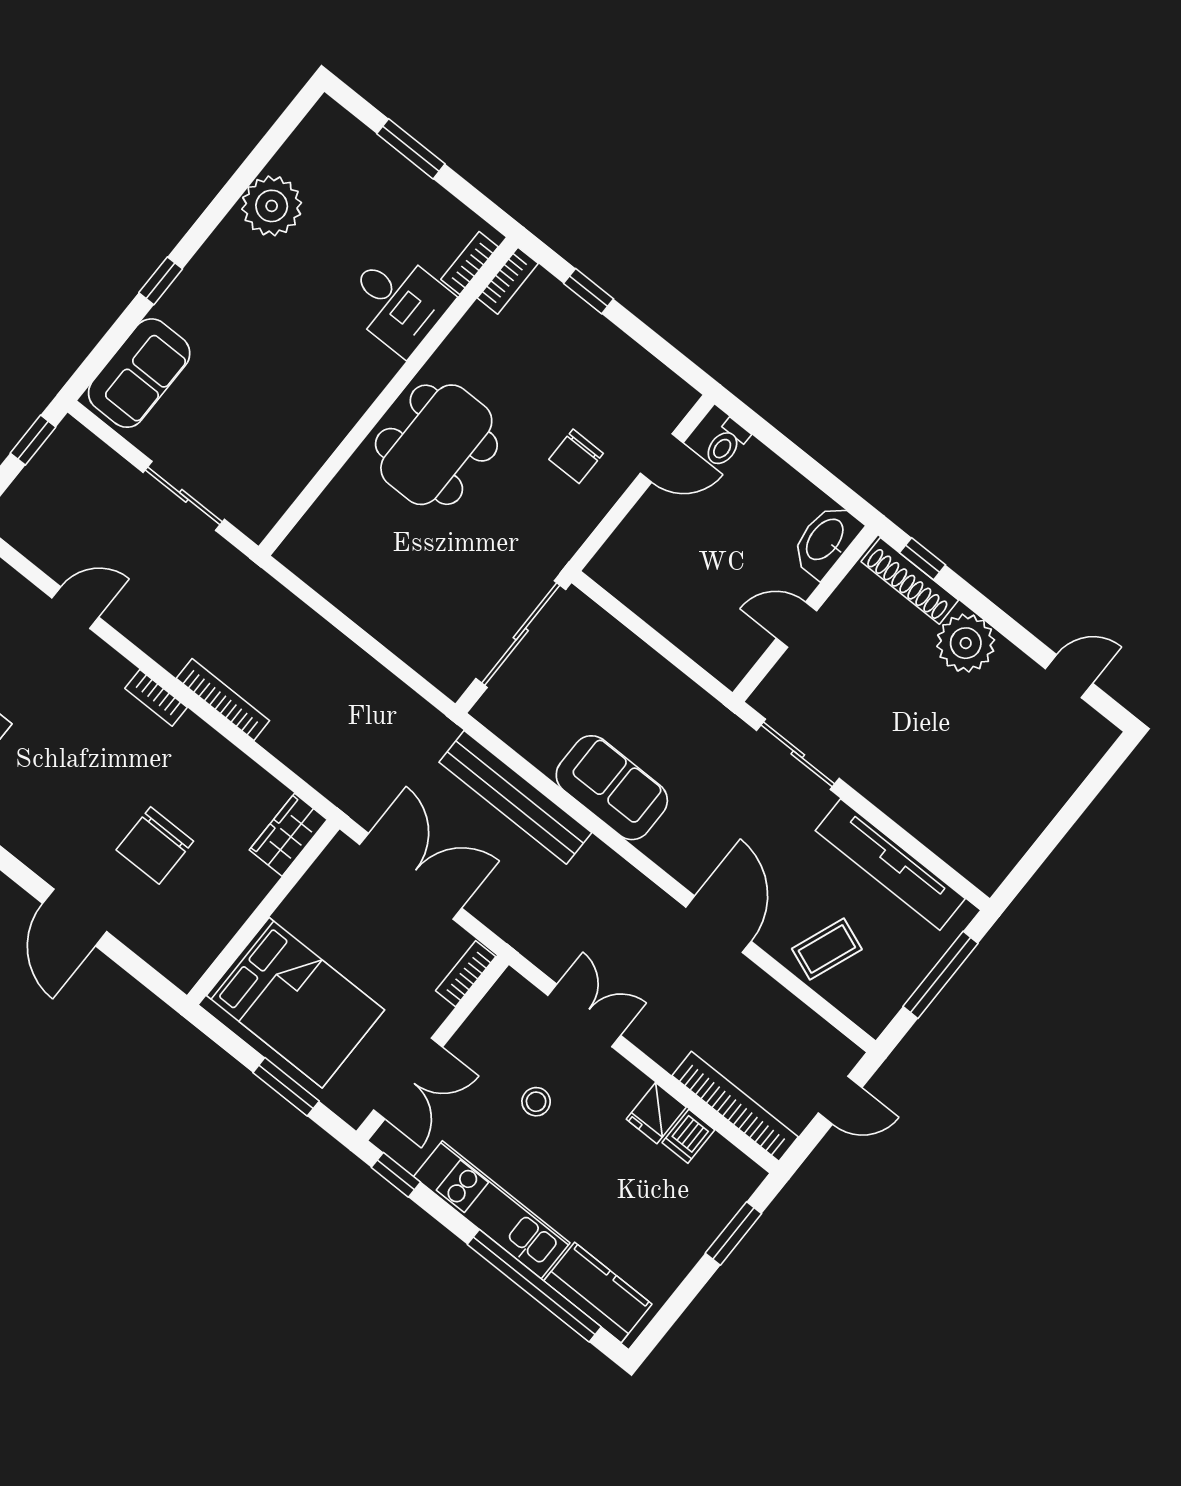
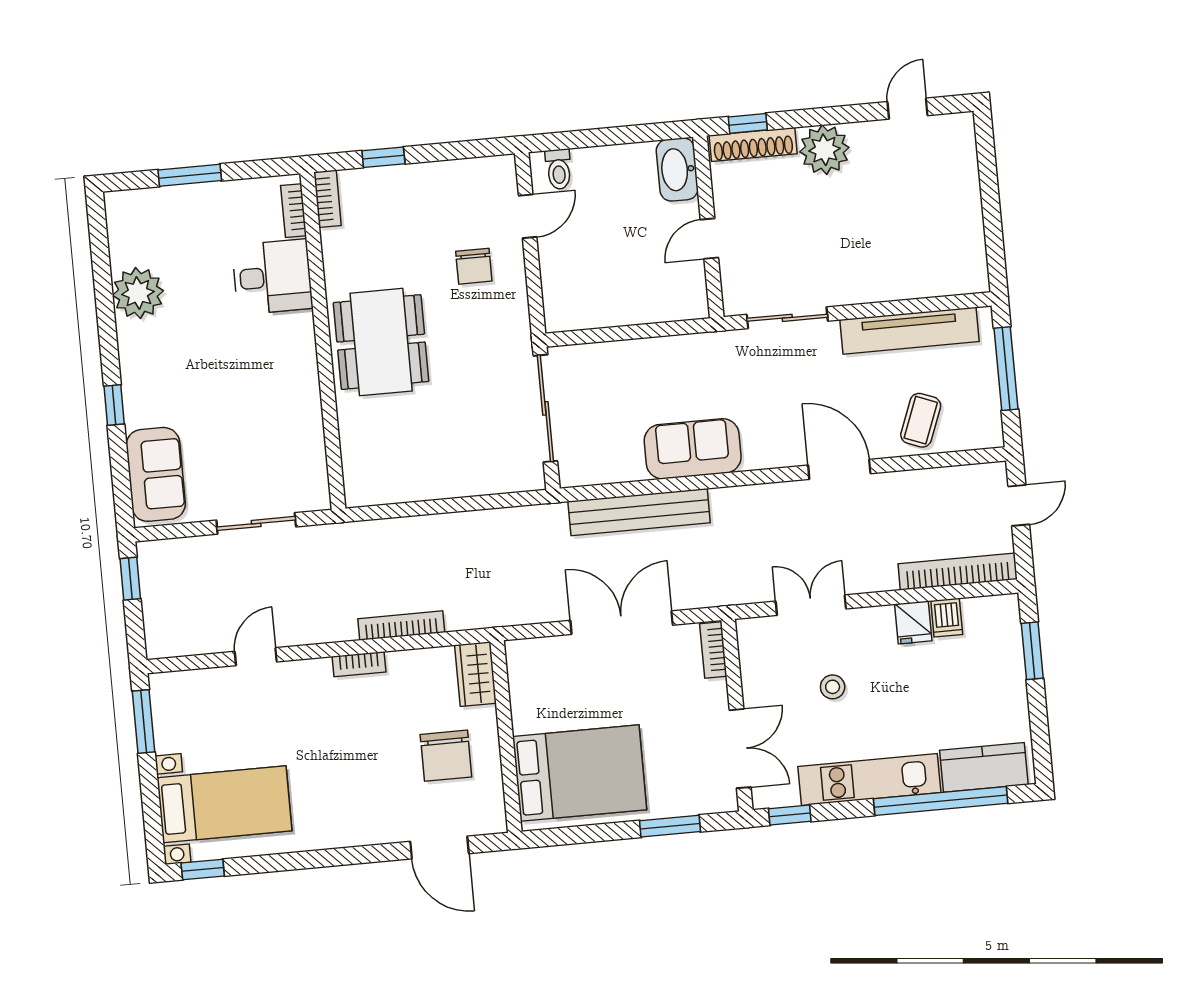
wardrobe: (288, 835) -> (475, 674), moved
wall: (263, 912) -> (506, 737), moved
bed: (296, 1003) -> (580, 773), moved

